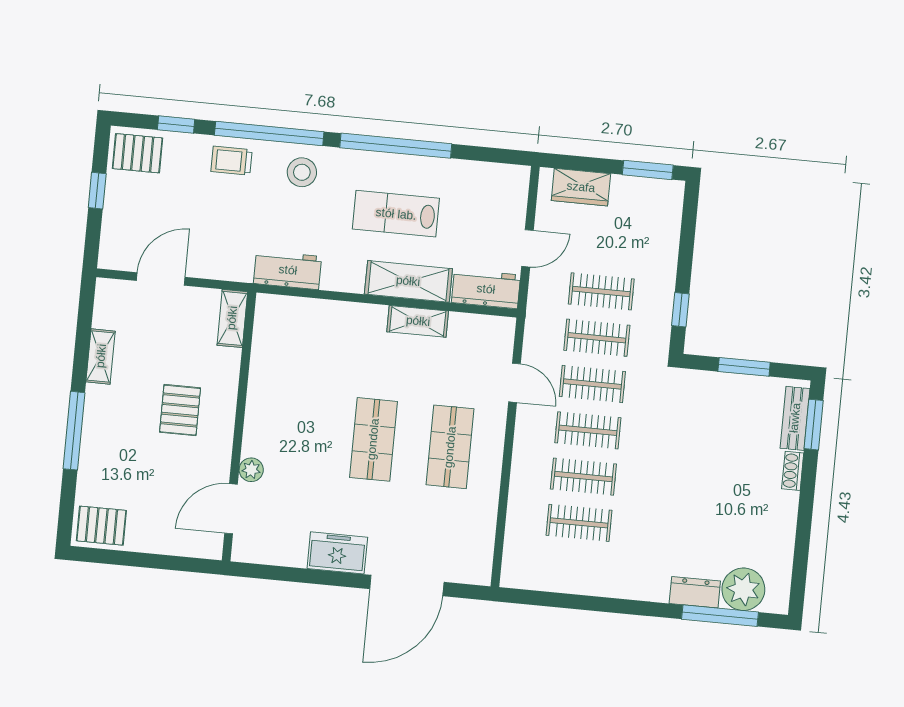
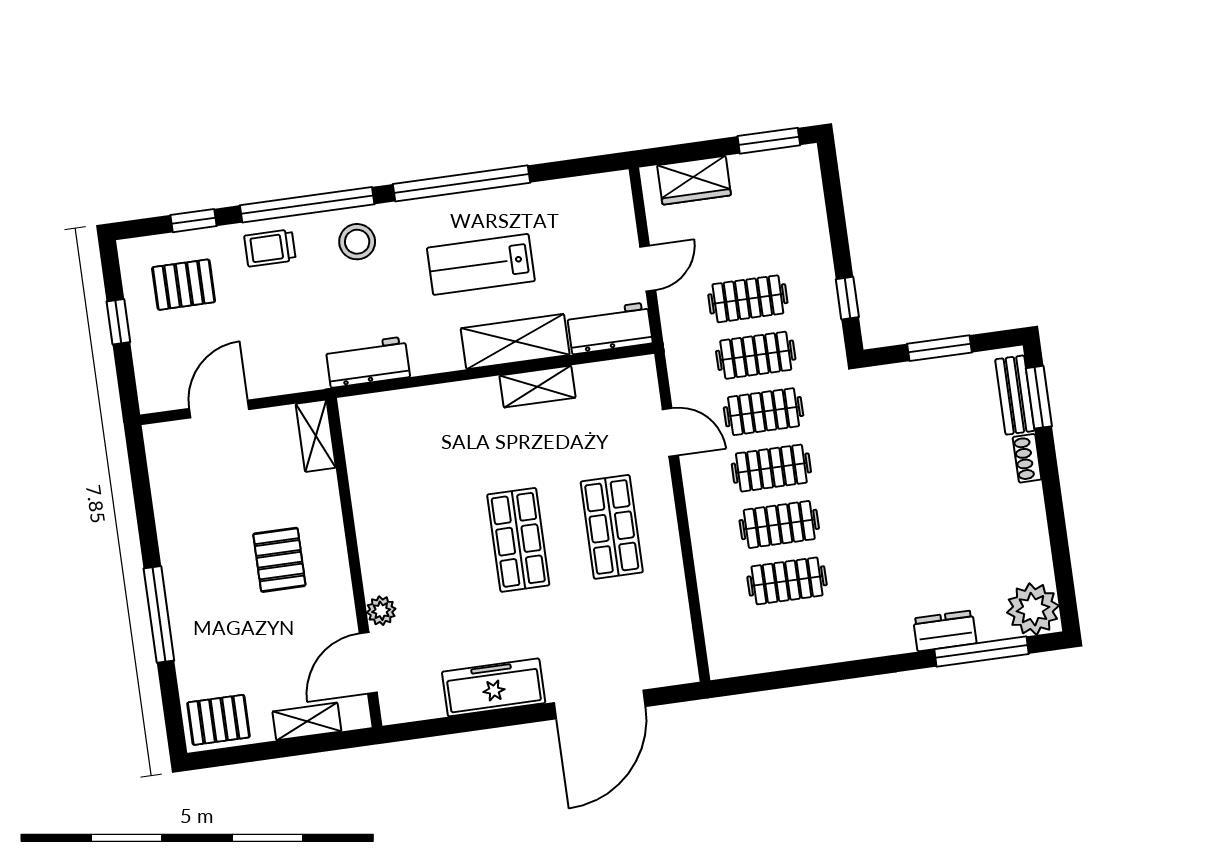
pallet: (138, 153) -> (184, 285), moved
shelving: (101, 356) -> (307, 721), moved, turned 90
freezer: (337, 553) -> (494, 687), width x1.40
plant: (743, 589) -> (1033, 609), moved

